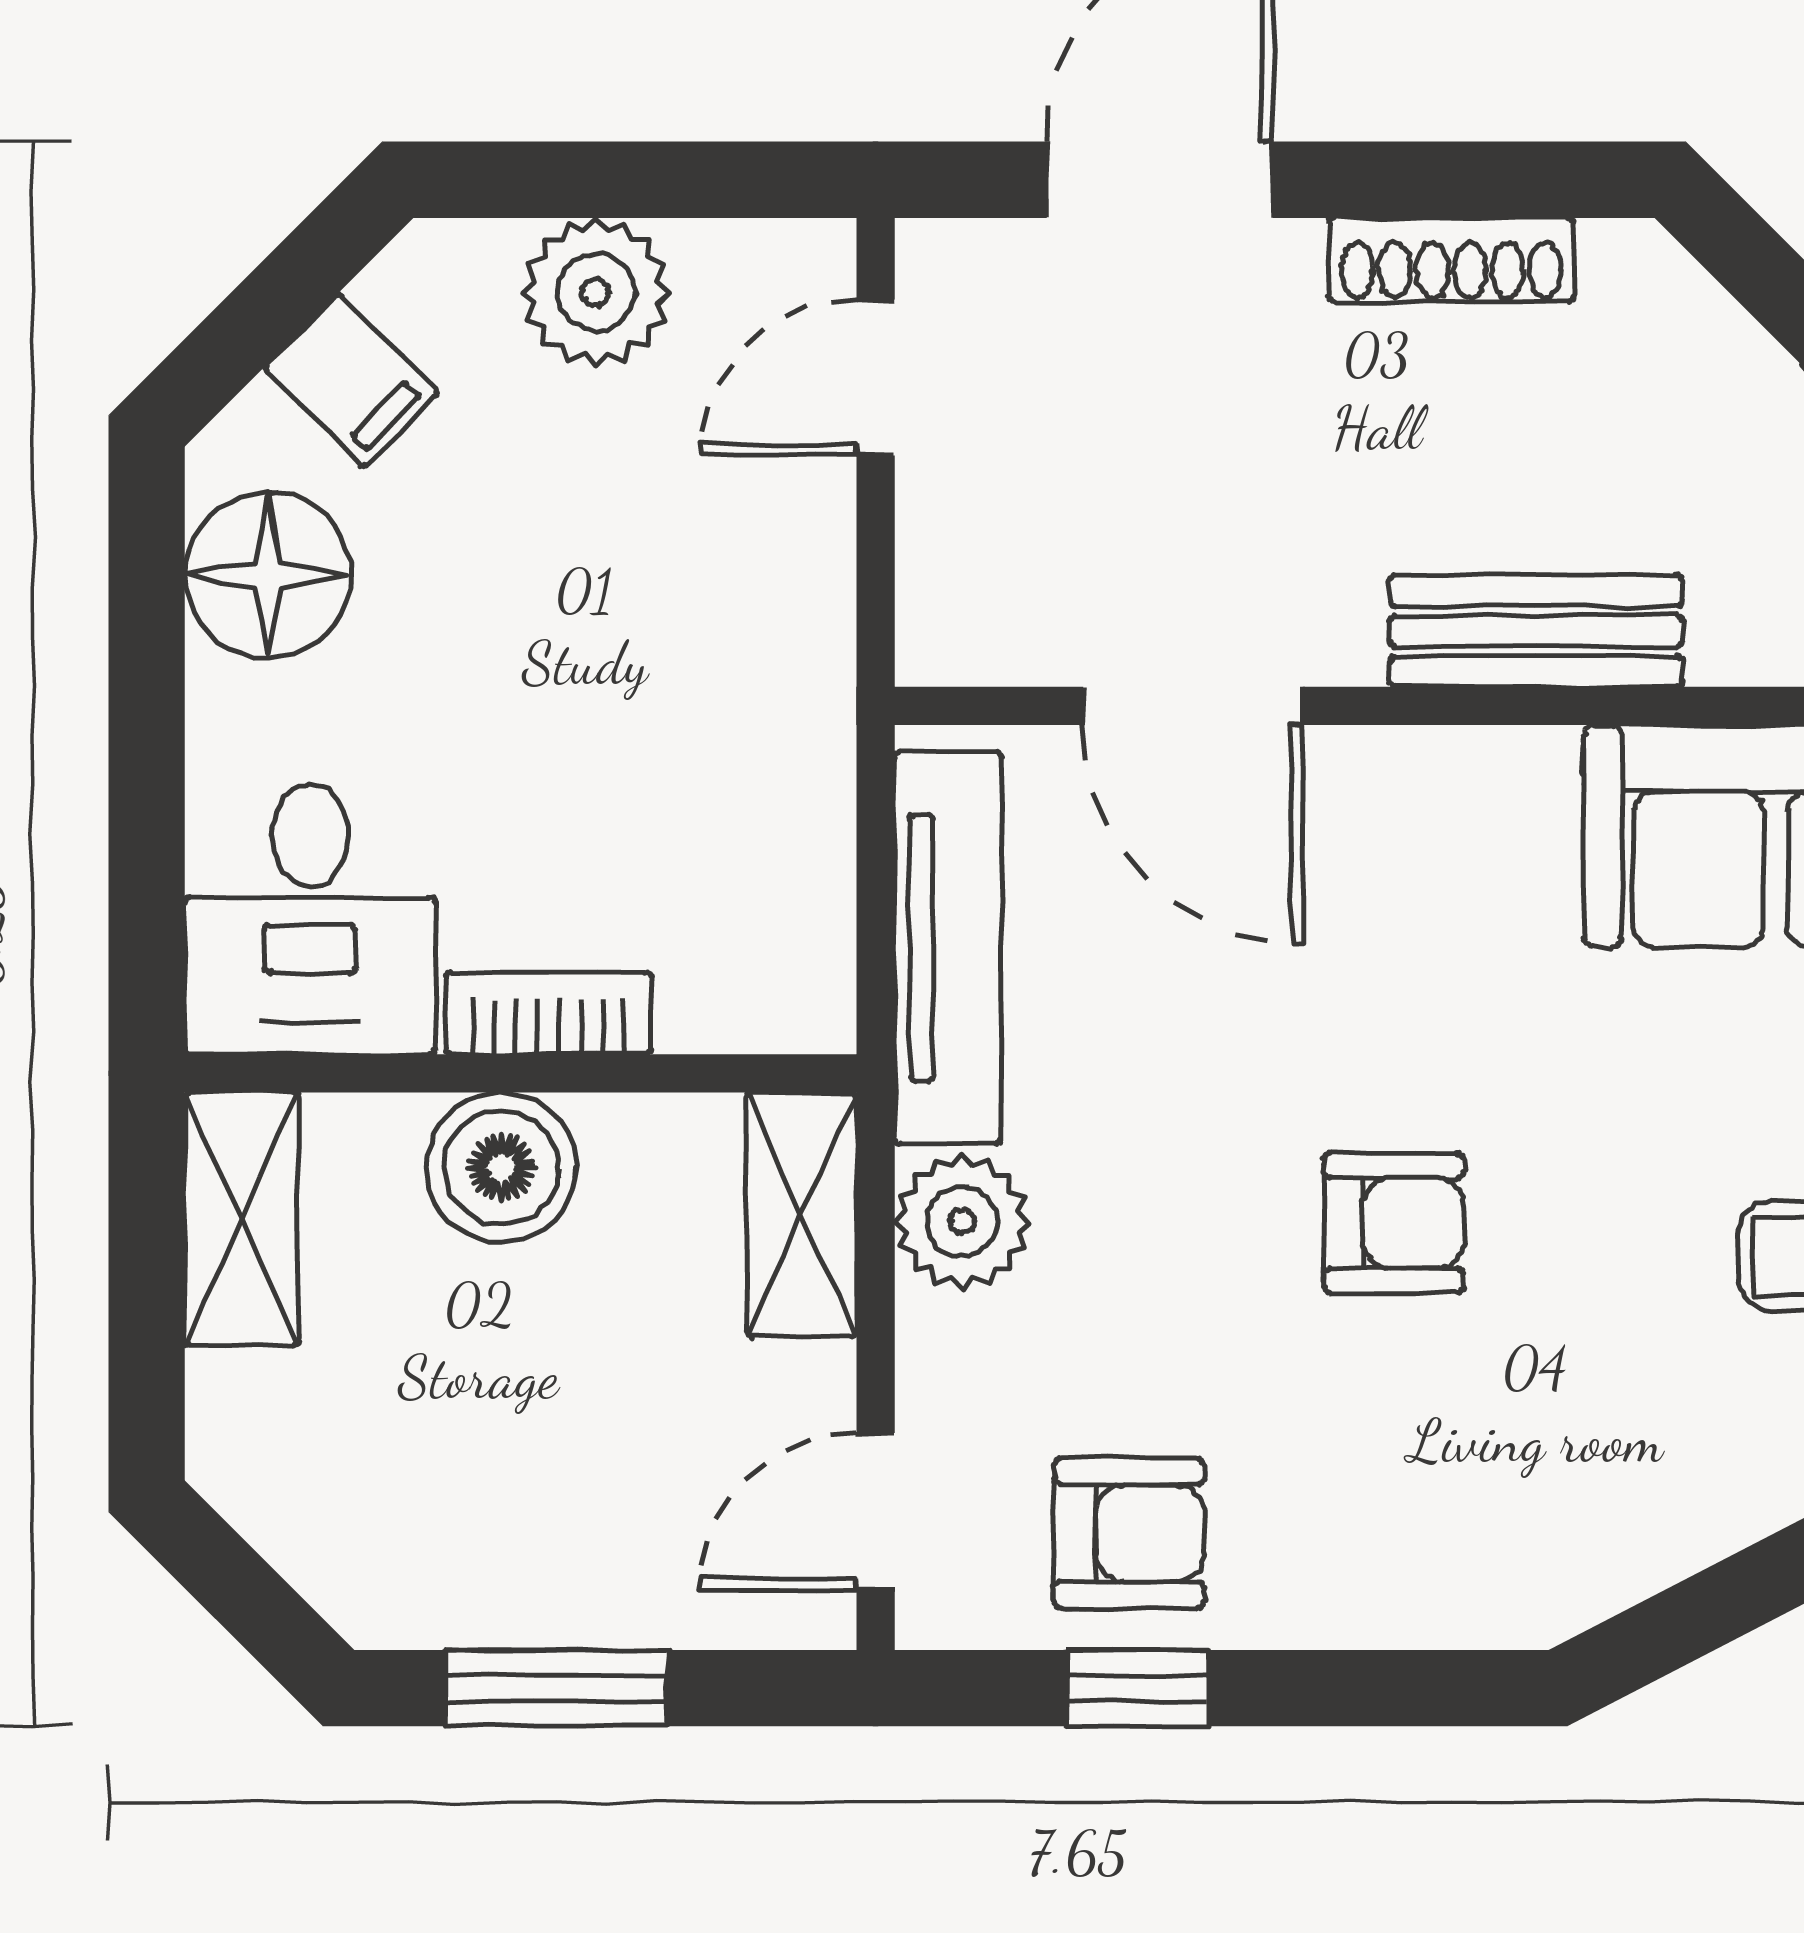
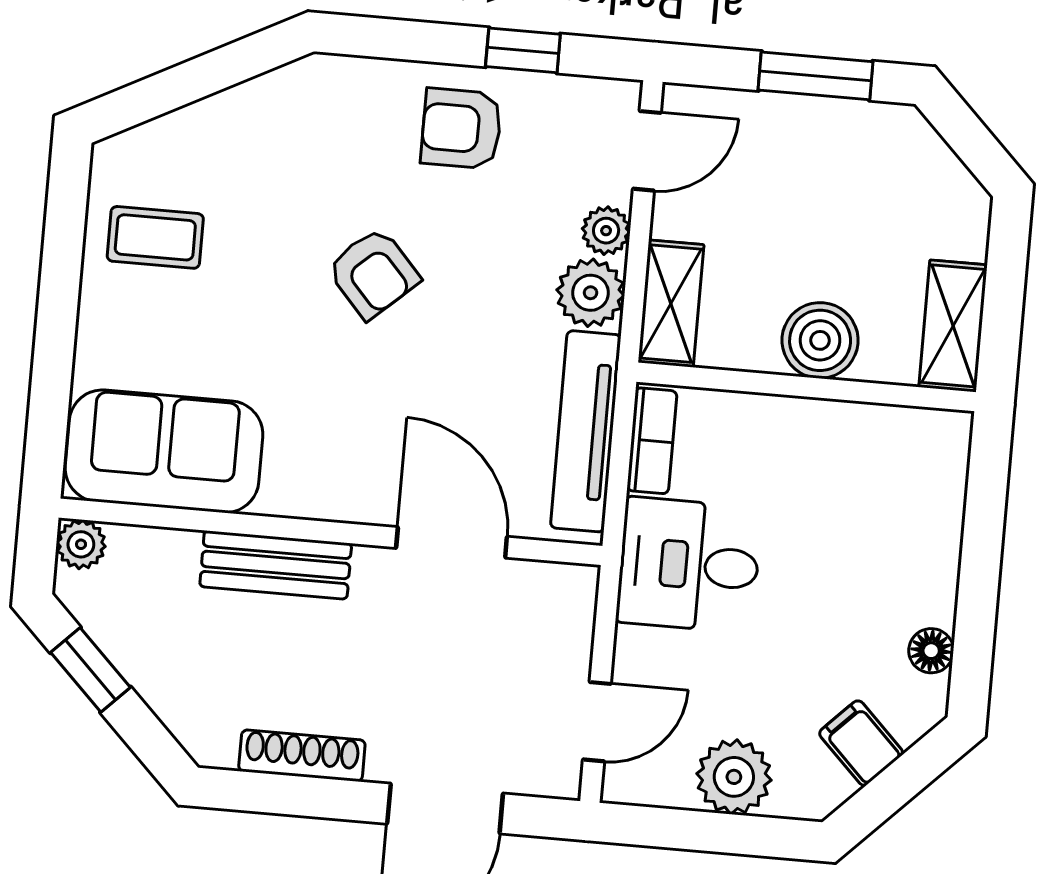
floor lamp: (268, 575) -> (931, 651), width x0.53, depth x0.53
desk: (310, 919) -> (689, 565), moved, turned -90
bookcase: (549, 1013) -> (652, 441), moved, turned -90
armchair: (1394, 1223) -> (373, 273), turned -132
plant: (942, 1347) -> (606, 231), added
armchair: (1129, 1533) -> (461, 129), moved

